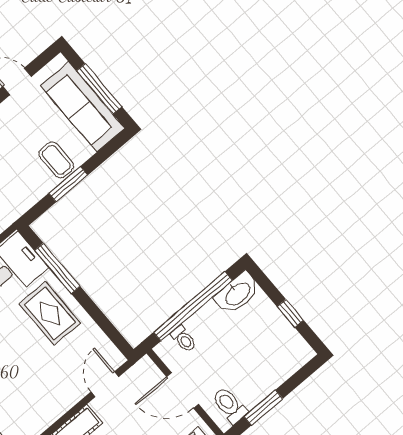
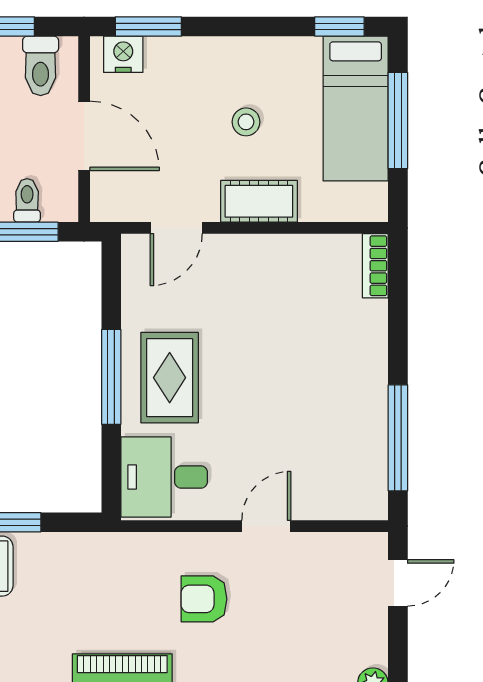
window: (57, 268) -> (111, 377), moved

